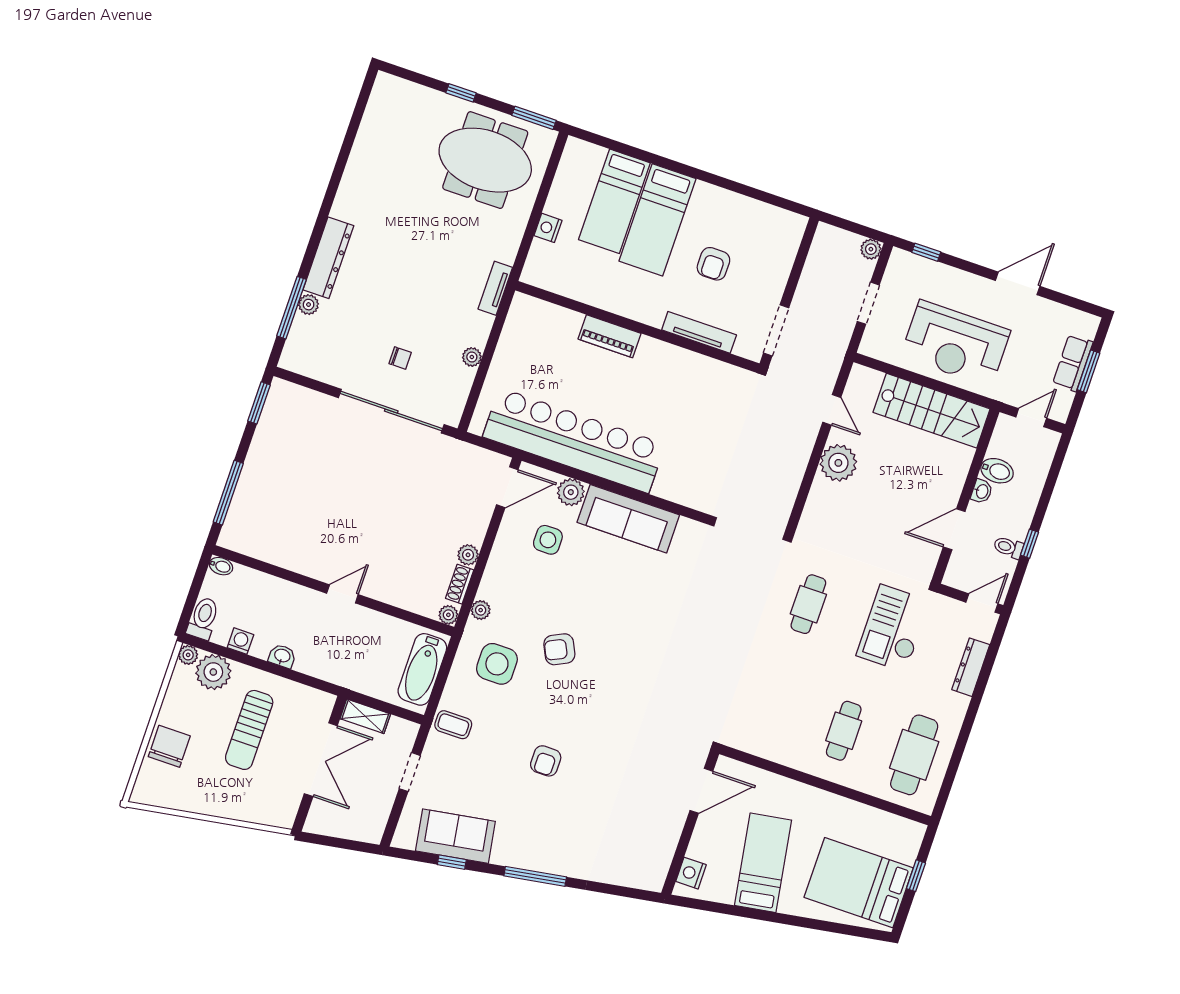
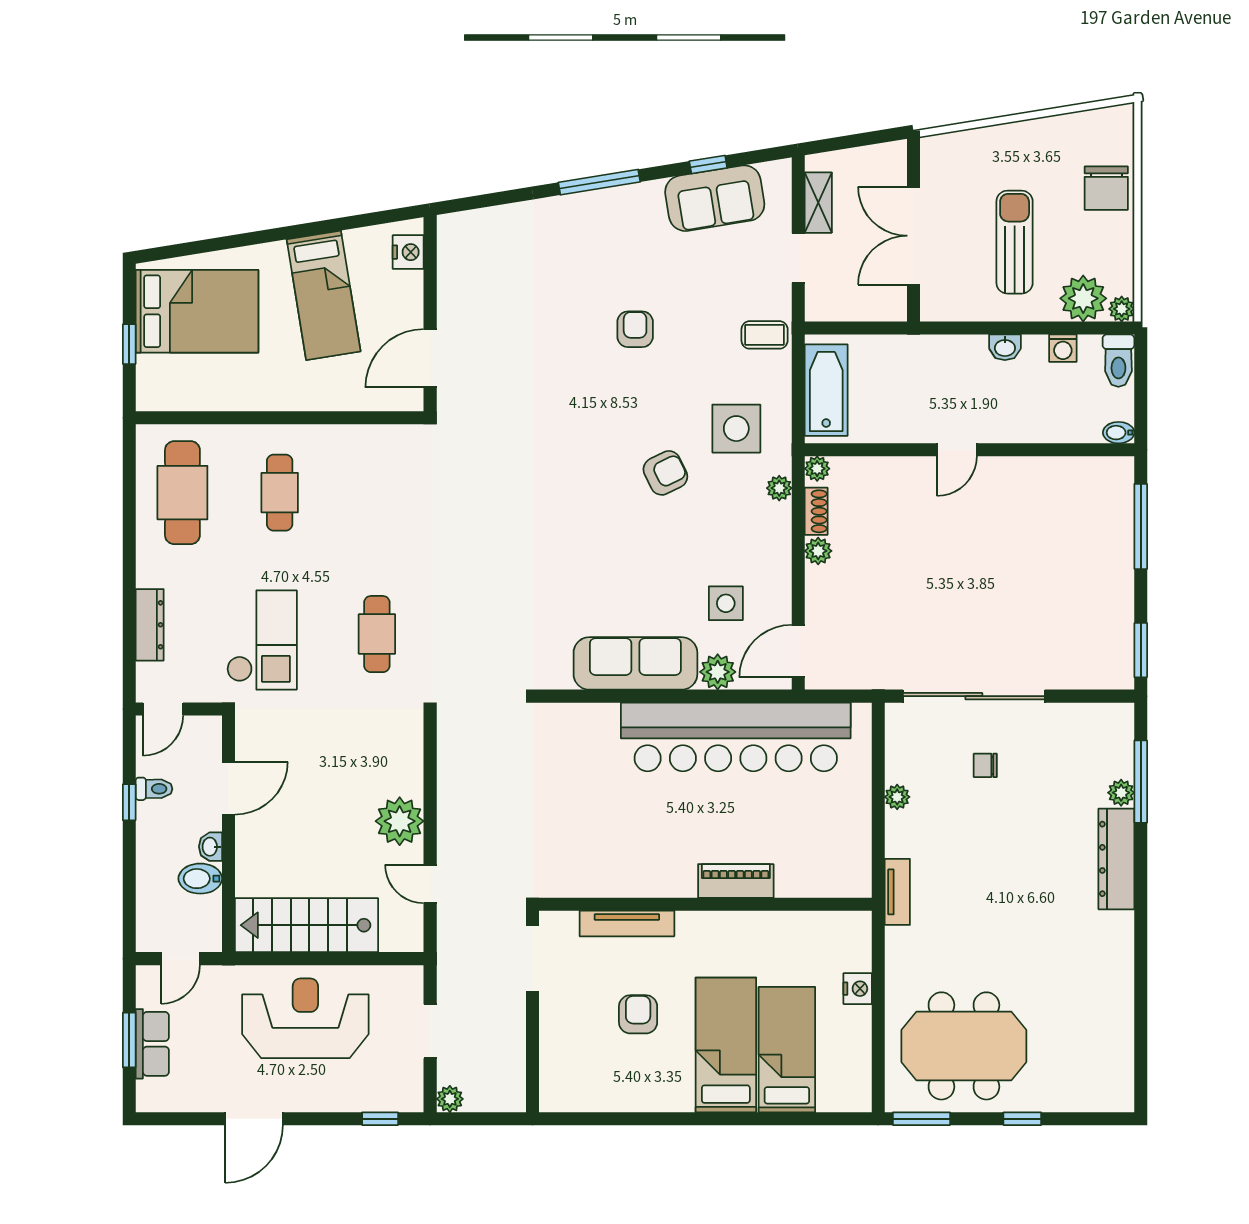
shelving: (365, 716) -> (818, 203), moved, turned 90

